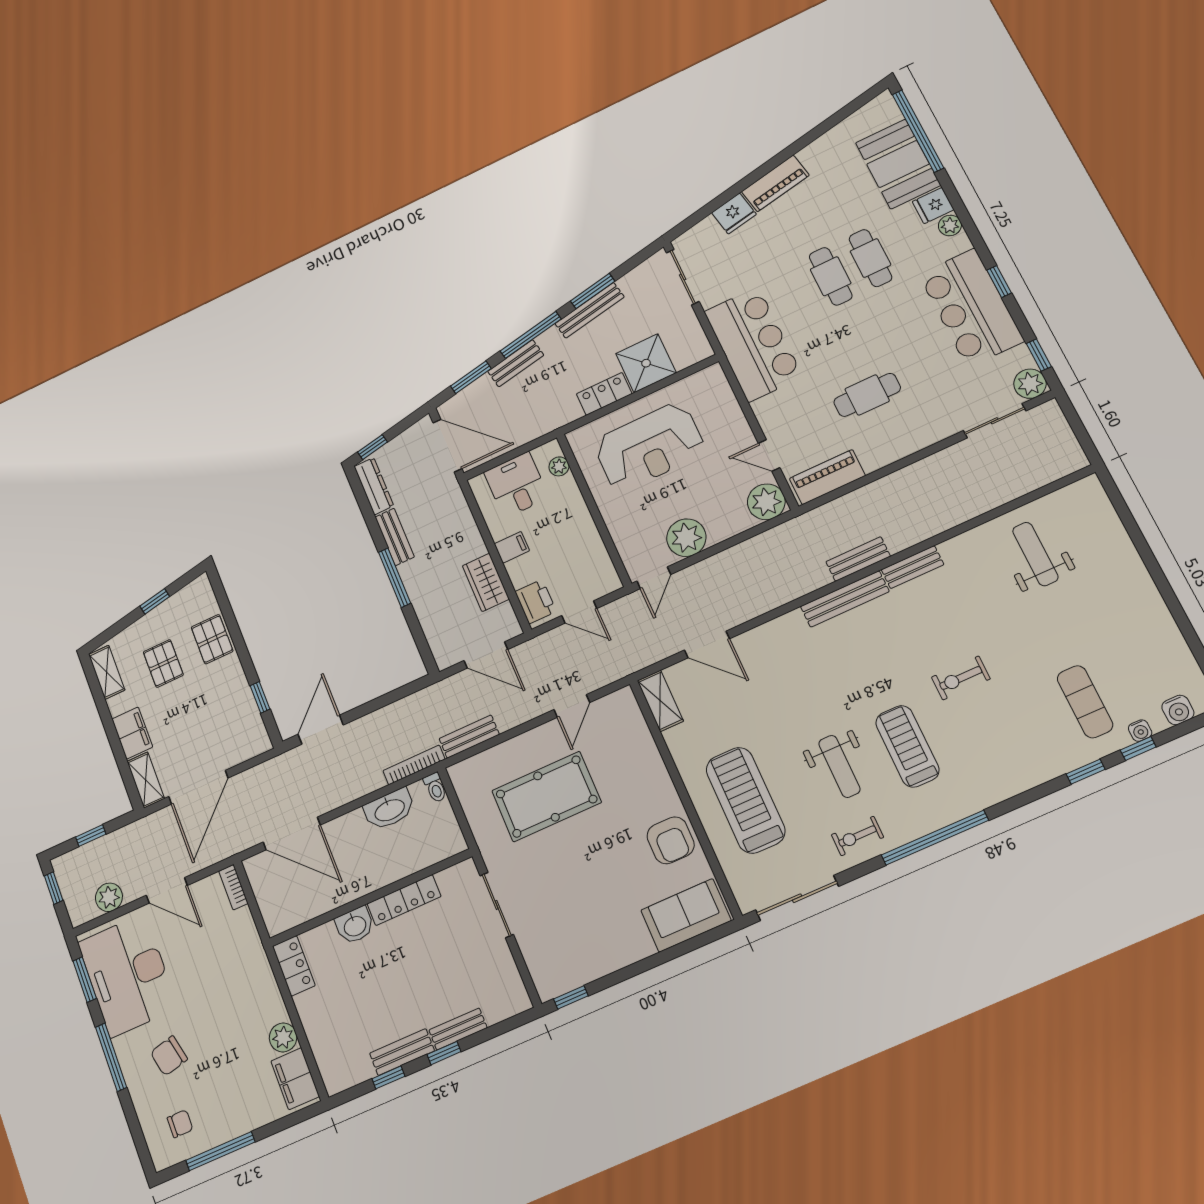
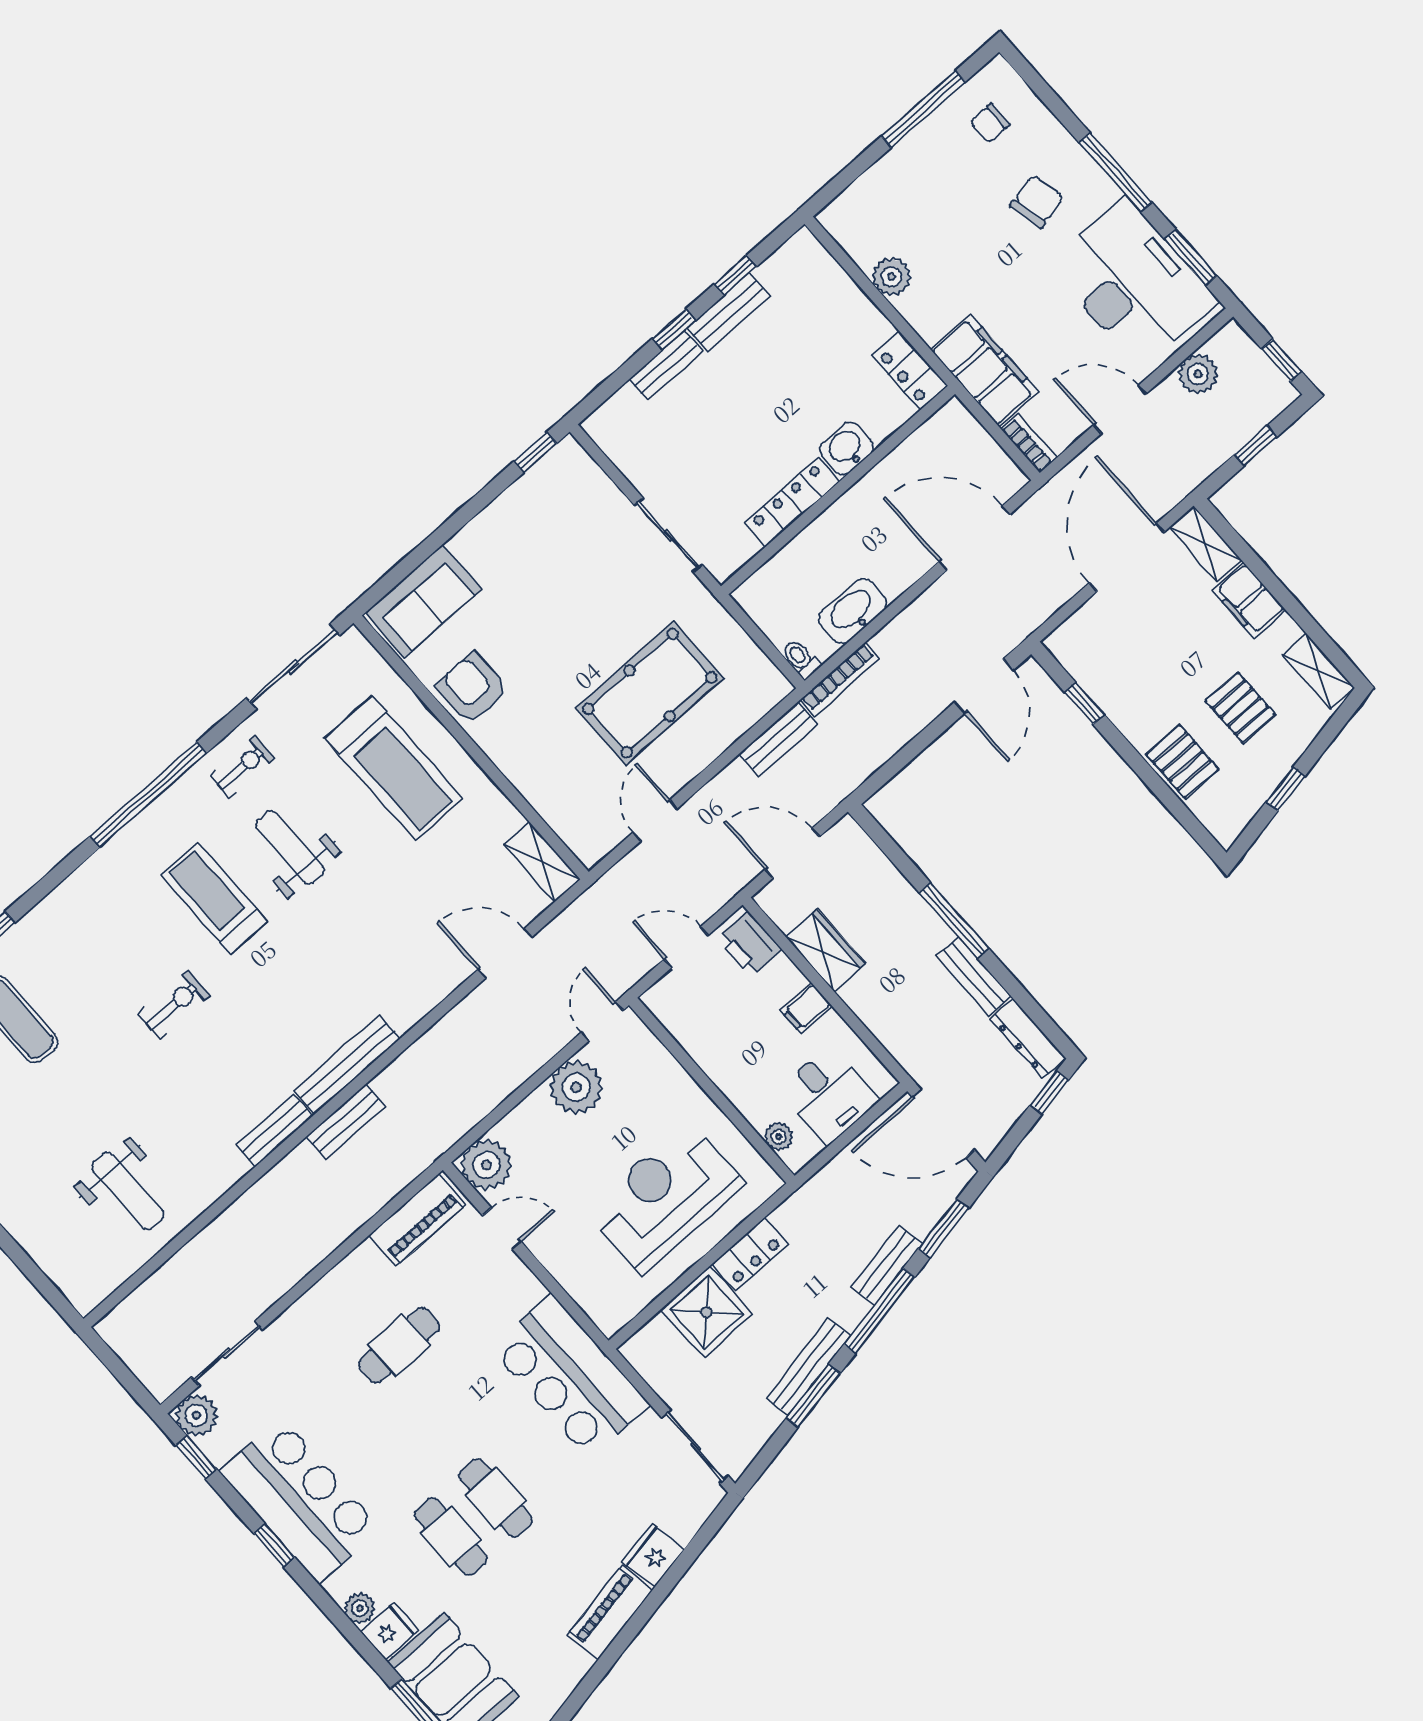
treadmill: (907, 746) -> (214, 898), turned 180
filing cabinet: (295, 1079) -> (985, 370), moved, width x1.50, depth x1.17

